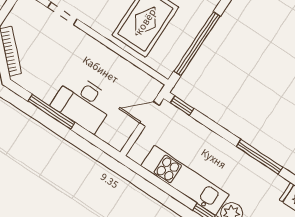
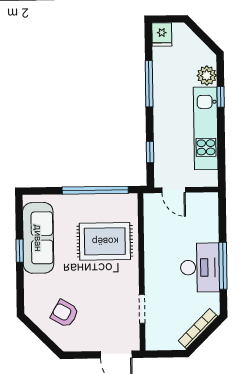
desk: (83, 103) -> (200, 268), moved
window: (182, 106) -> (150, 152), moved

